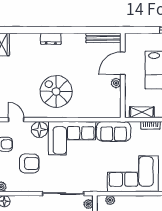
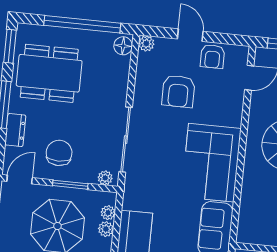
floor lamp: (39, 130) -> (230, 113), removed
plant: (121, 200) -> (106, 229), added

